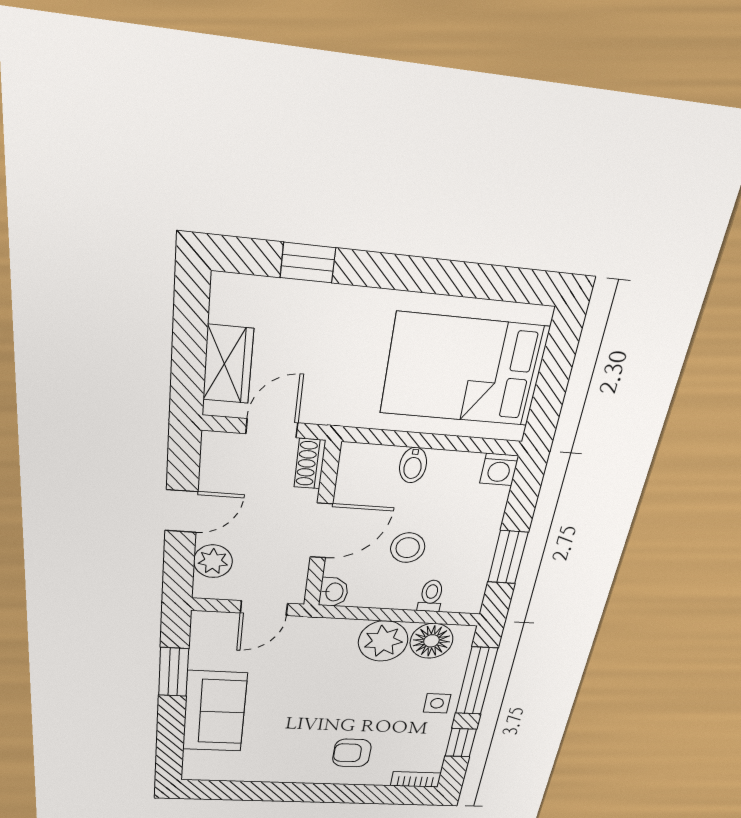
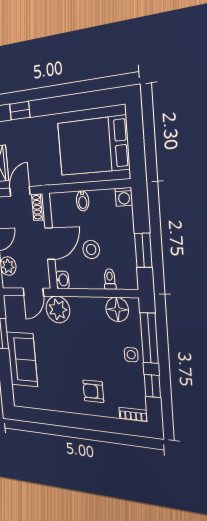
plant: (383, 641) -> (58, 309), moved

